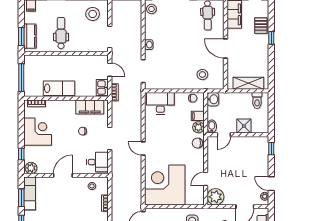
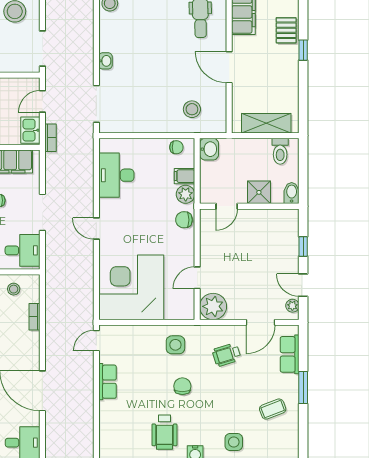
door: (110, 70) -> (42, 101), swing flipped
desk: (160, 103) -> (116, 175), moved, turned -90
bidet: (212, 127) -> (292, 193), moved
window: (271, 149) -> (303, 246), moved

